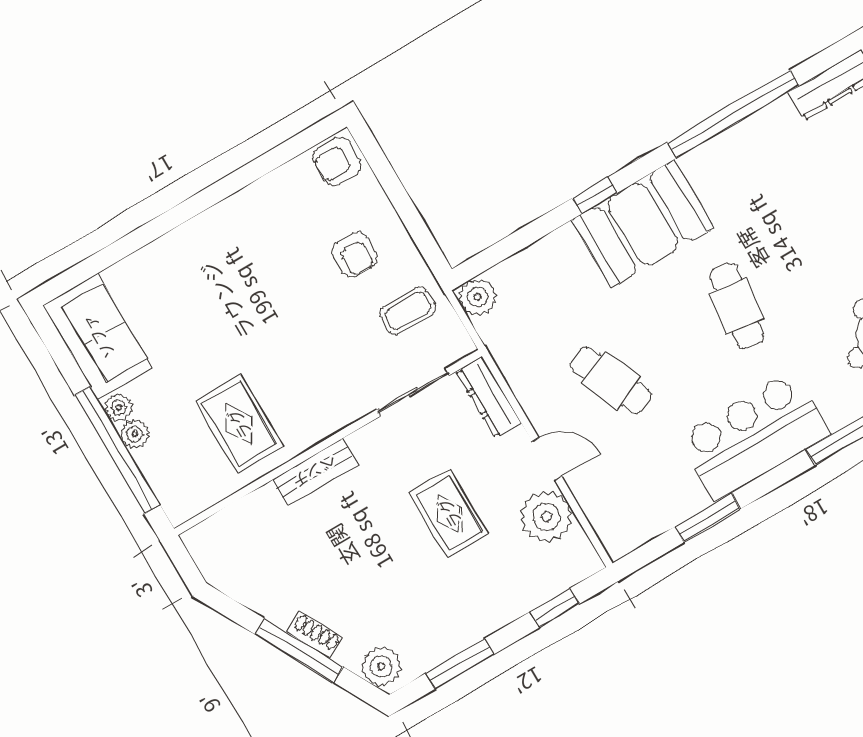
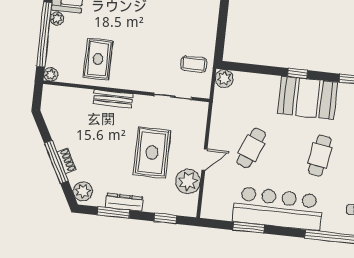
armchair: (355, 254) -> (190, 28), removed
cafe table: (611, 380) -> (251, 148), turned 45
dresser: (489, 397) -> (124, 202), moved, turned 90
plant: (135, 434) -> (51, 74), moved
bar counter: (754, 436) -> (278, 208), width x1.36
door: (547, 459) -> (205, 160), hinge flipped
rug: (449, 513) -> (152, 153), width x1.36, depth x1.43

